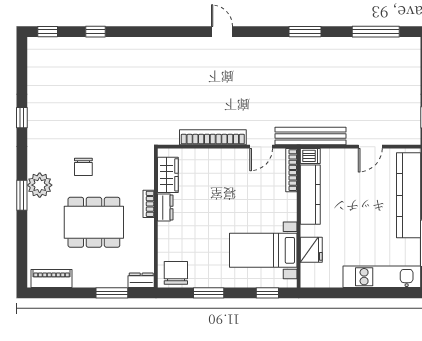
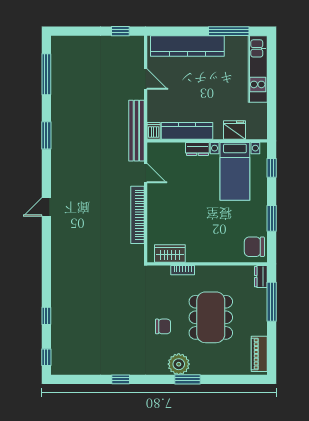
bookcase: (291, 170) -> (166, 147), removed
bookcase: (149, 204) -> (183, 270), moved
dresser: (165, 208) -> (197, 149), moved, turned 180
window: (112, 293) -> (272, 302), width x1.44

